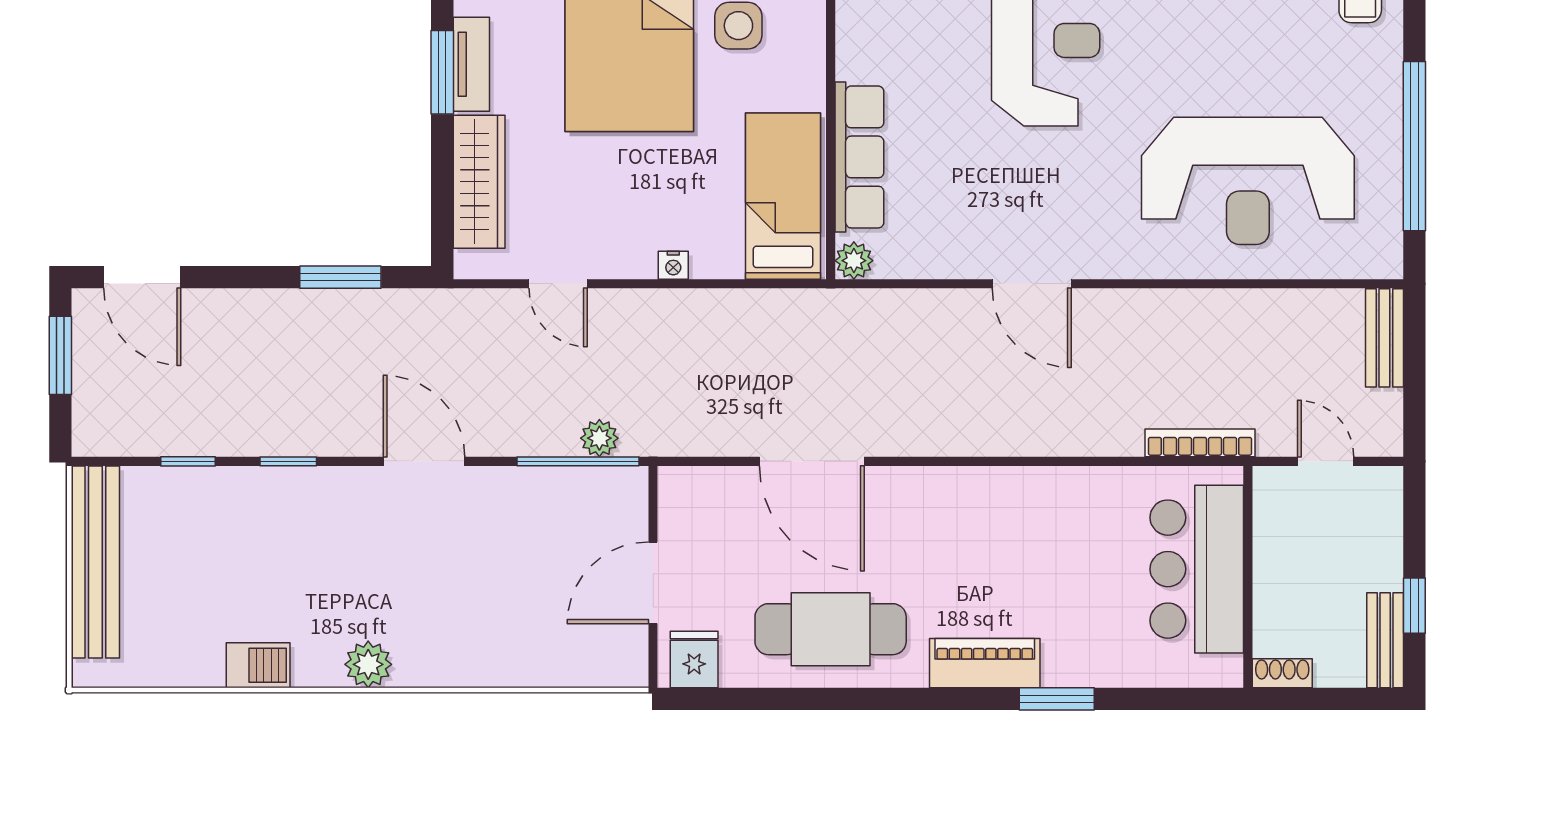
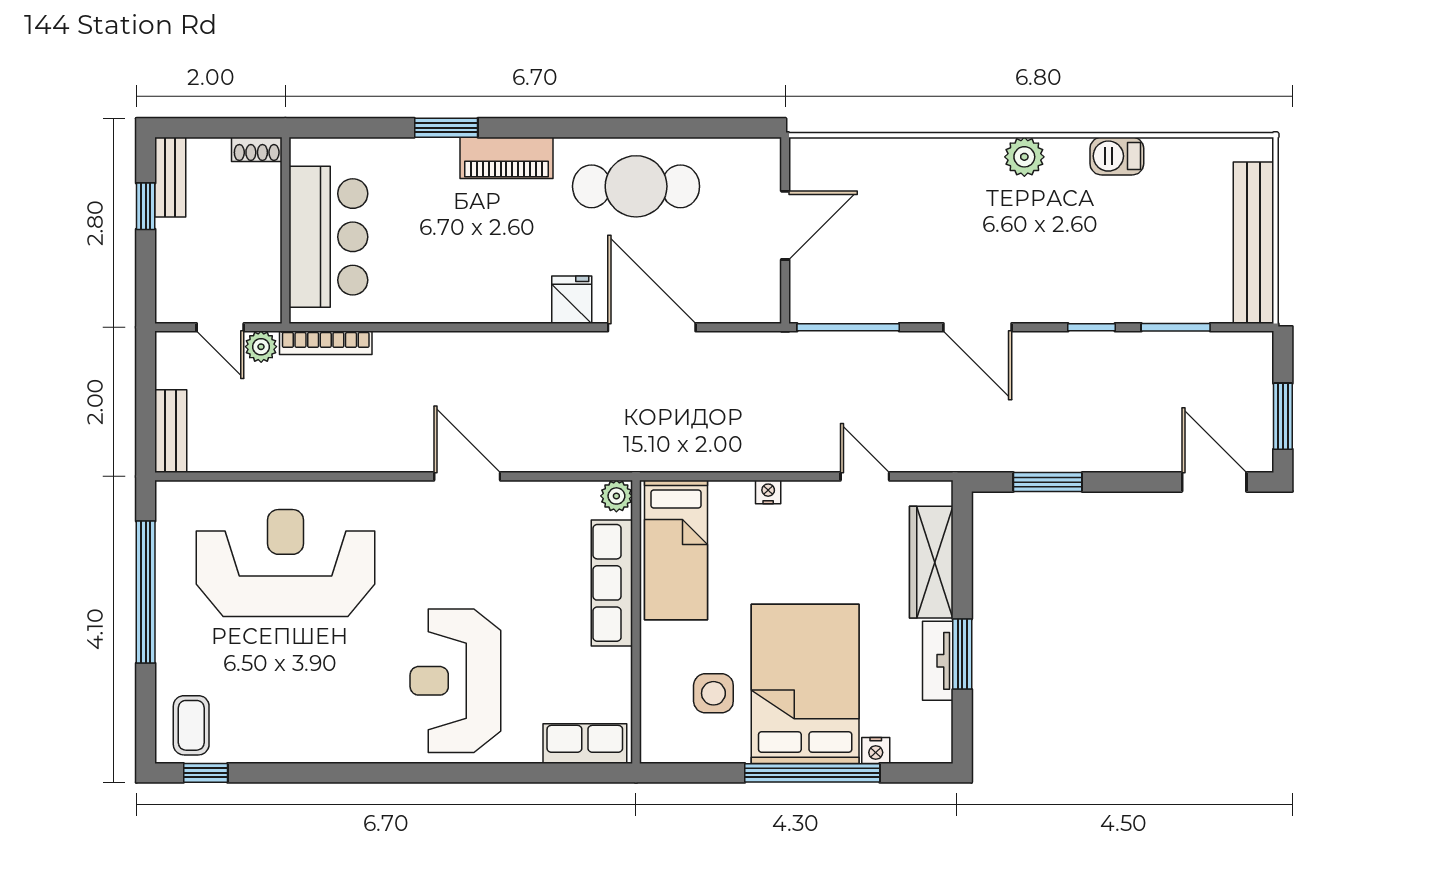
plant: (599, 438) -> (261, 347), moved
window: (188, 461) -> (1176, 327), width x1.50
fridge: (694, 659) -> (572, 300), moved, turned 180

